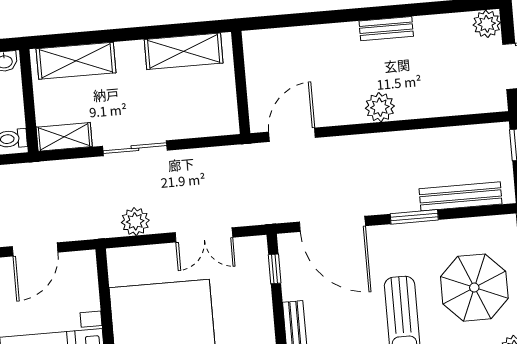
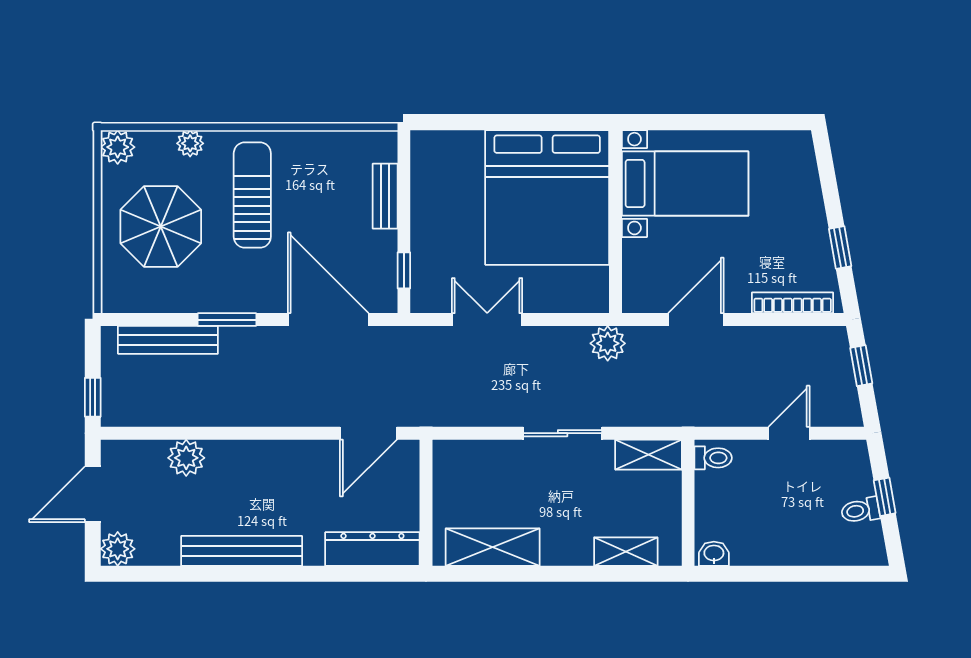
bench: (386, 29) -> (242, 551), width x1.86, depth x1.21
dresser: (281, 41) -> (372, 549), added
shelving: (76, 61) -> (626, 552), width x0.67, depth x0.75
plant: (380, 107) -> (186, 458), moved
plant: (135, 221) -> (608, 343), moved

